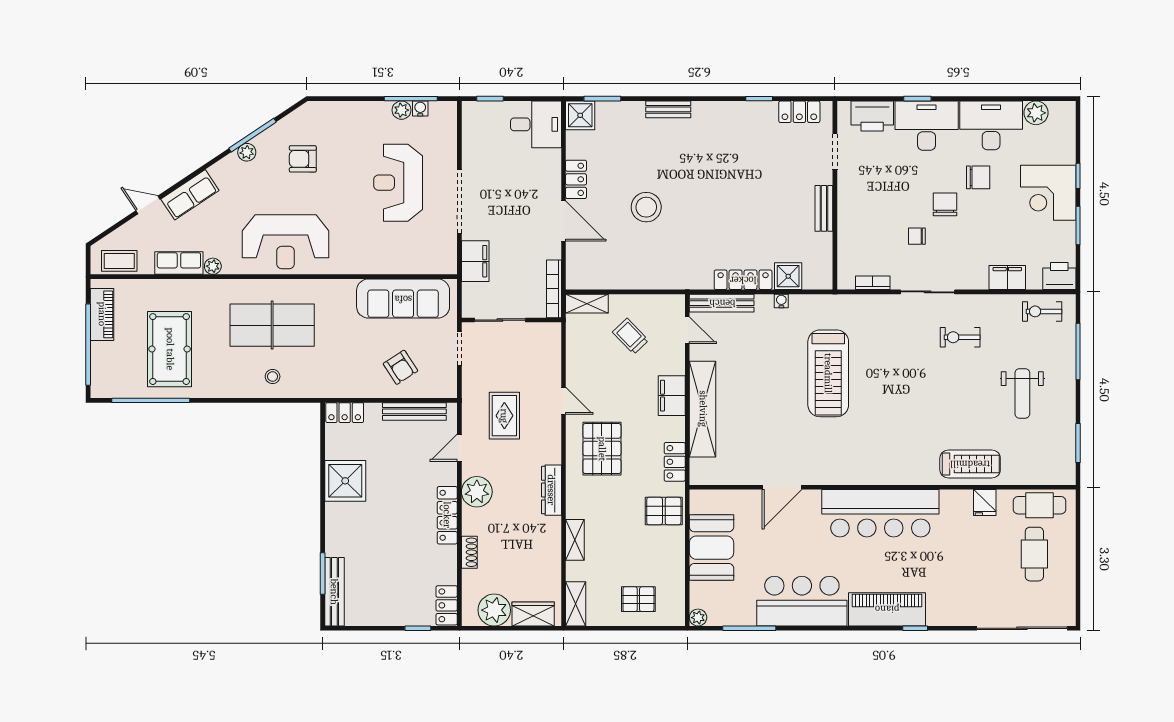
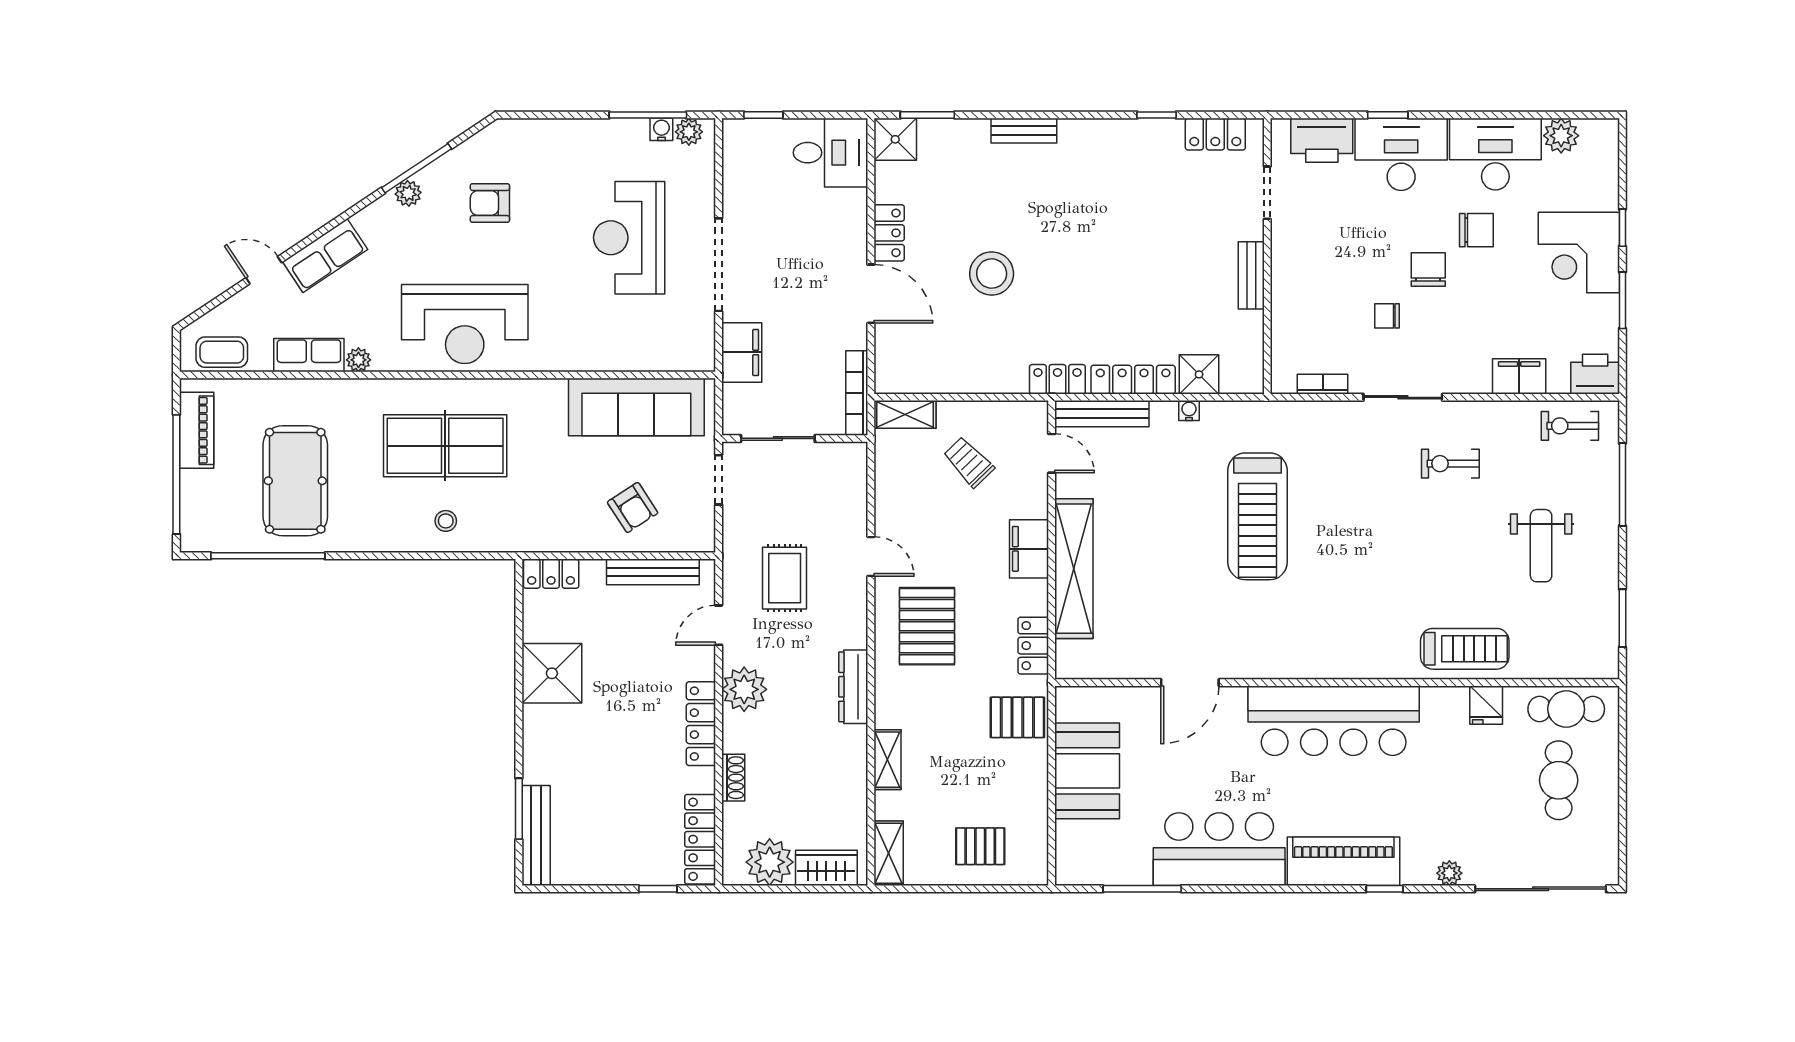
plant: (402, 110) -> (689, 132), moved
locker: (691, 280) -> (1057, 379), added
locker: (447, 605) -> (700, 839), width x1.53
plant: (698, 618) -> (1449, 873), moved

